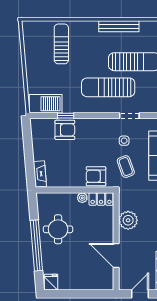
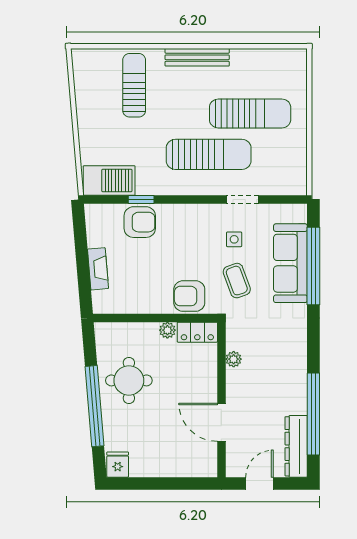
bench: (119, 26) -> (197, 57), moved
sun lounger: (108, 87) -> (209, 154), turned 180
fireplace: (40, 174) -> (98, 269), moved
plant: (128, 220) -> (234, 359), width x0.53, depth x0.53

